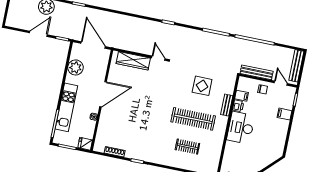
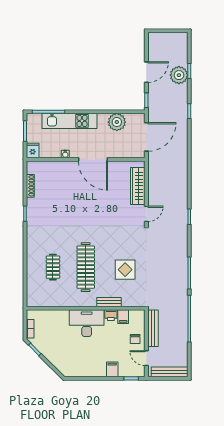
door: (38, 34) -> (146, 72), hinge flipped
door: (281, 83) -> (146, 358), swing flipped

